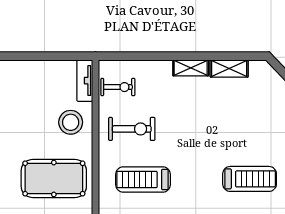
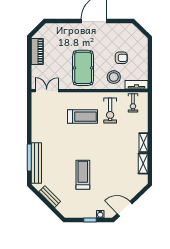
armchair: (35, 108) -> (121, 58), added
treadmill: (143, 179) -> (83, 117), turned 90
treadmill: (250, 179) -> (83, 175), turned 180

